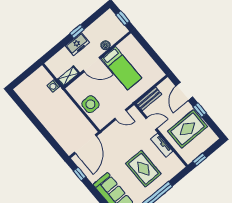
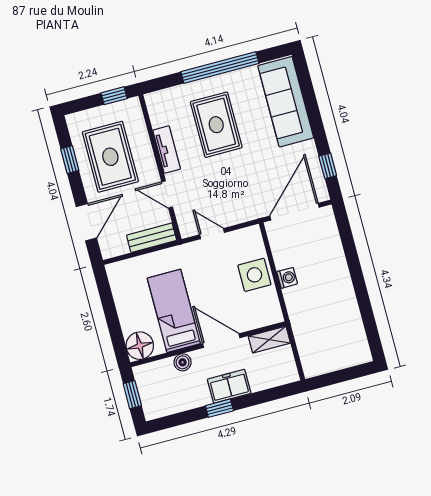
floor lamp: (130, 44) -> (140, 346), added
washing machine: (54, 86) -> (287, 278), moved
window: (200, 110) -> (70, 160), moved
rug: (188, 129) -> (110, 157), turned 90

